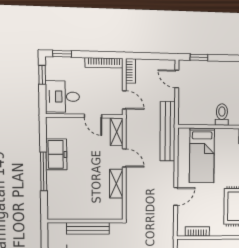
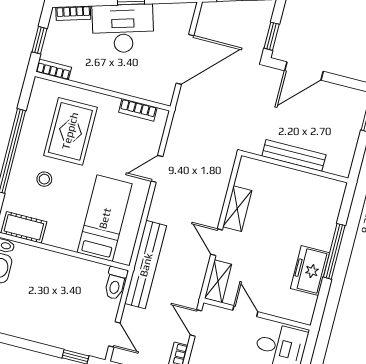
toilet: (222, 115) -> (116, 283), moved

